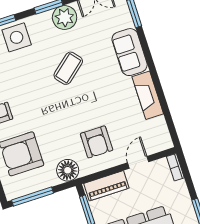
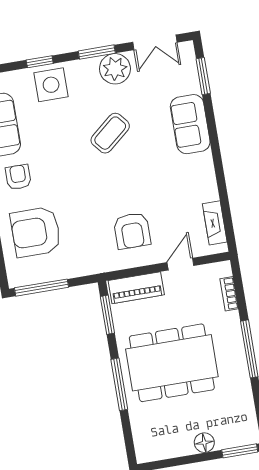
fireplace: (148, 95) -> (215, 223), moved, width x0.73, depth x0.76
bookcase: (175, 167) -> (229, 294), moved
floor lamp: (68, 170) -> (91, 261), removed

